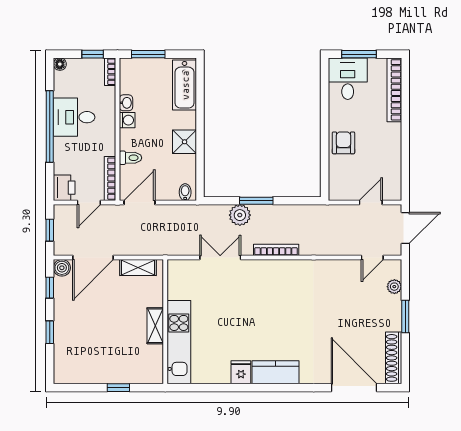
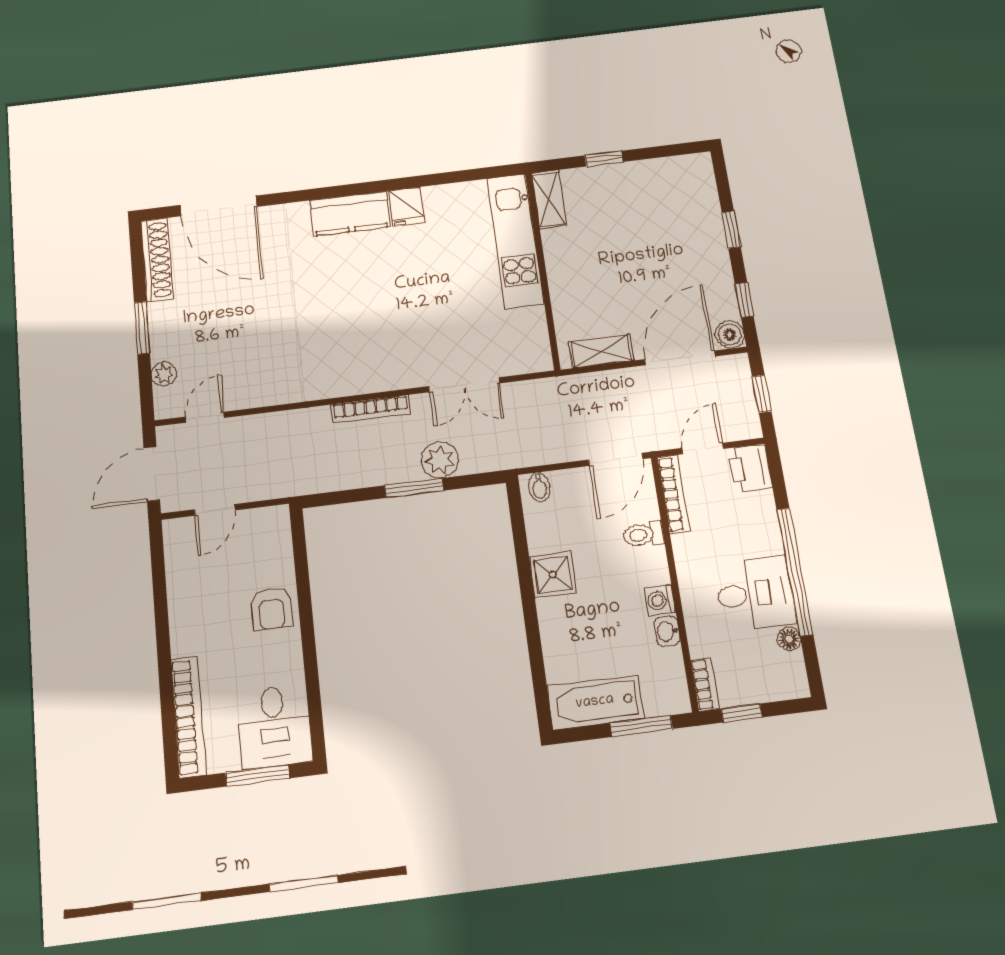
floor lamp: (60, 64) -> (789, 639), moved
bathtub: (185, 85) -> (595, 702), moved, turned -90
shelving: (155, 326) -> (549, 199), moved

